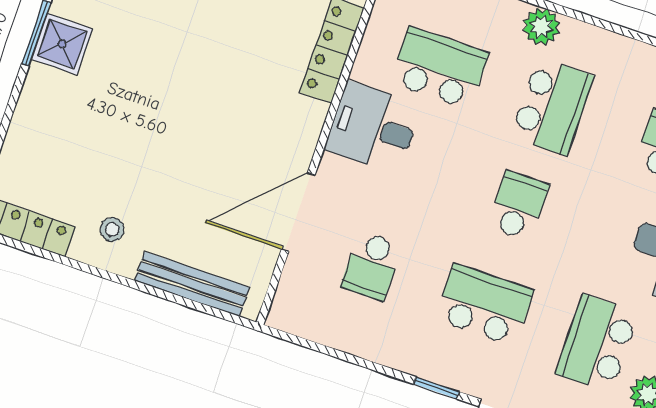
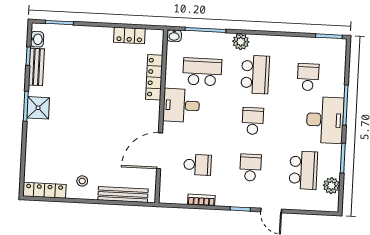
school desk: (372, 266) -> (198, 165), turned -90
school desk: (484, 305) -> (250, 167), width x0.54
school desk: (597, 343) -> (303, 170), turned 180
bookcase: (358, 345) -> (201, 200), added

